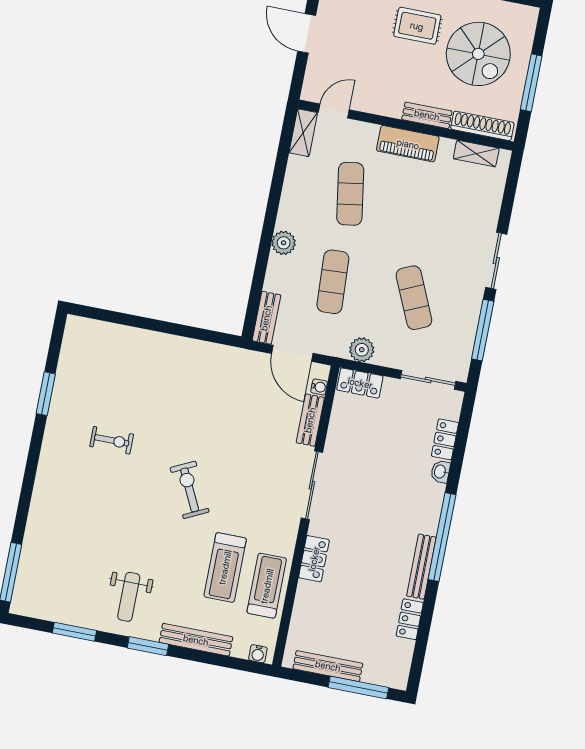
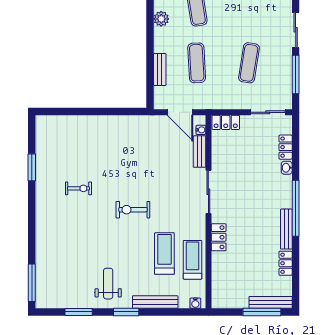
plant: (284, 243) -> (161, 19), moved
exercise mat: (414, 298) -> (249, 63), turned 33
bench: (266, 318) -> (160, 69), moved
plant: (362, 350) -> (223, 102), removed
exercise bike: (190, 490) -> (133, 210), turned -64
treadmill: (225, 567) -> (164, 254), turned 180
weight bench: (129, 597) -> (108, 284), turned 180
bench: (328, 666) -> (271, 302), moved

